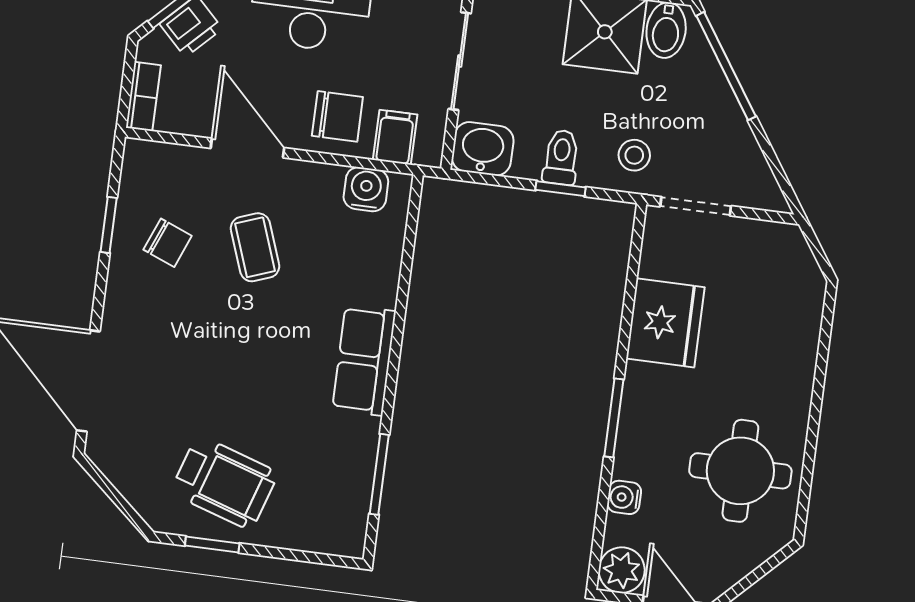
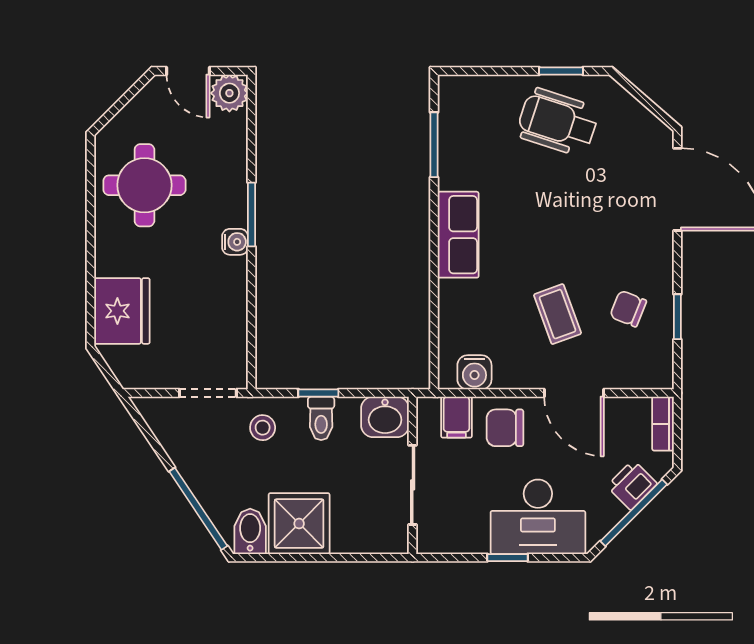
fridge: (665, 323) -> (122, 311), moved, turned 180
water cooler: (624, 497) -> (235, 242), moved

